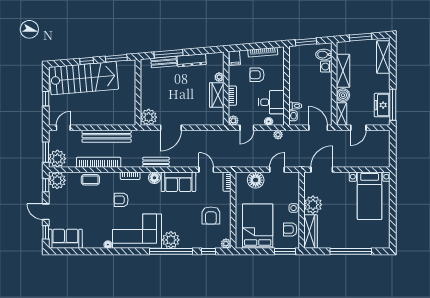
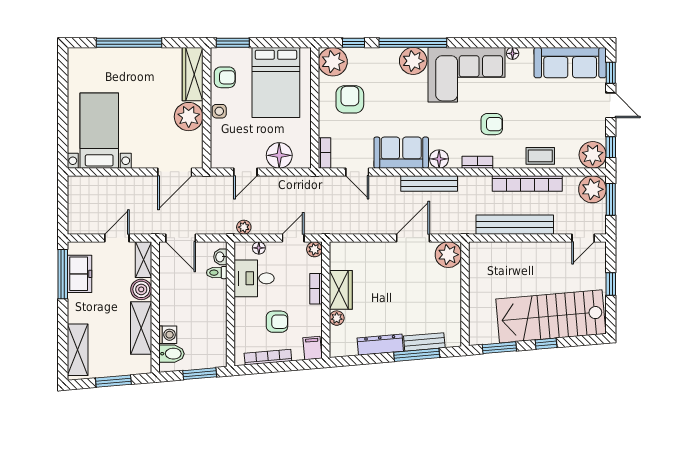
bench: (156, 162) -> (429, 184), width x1.36
sofa: (65, 239) -> (570, 63), width x1.36
plant: (226, 244) -> (333, 62), width x1.87, depth x1.87

